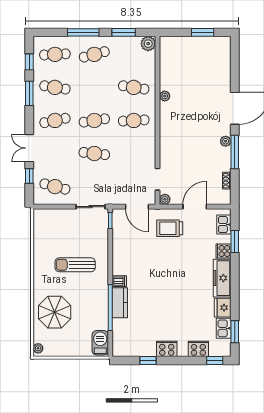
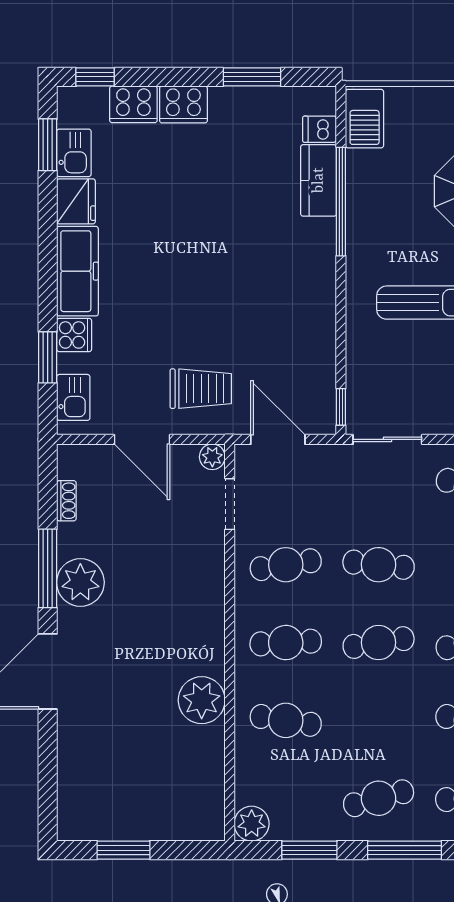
plant: (165, 96) -> (202, 700), width x1.88, depth x1.88
plant: (226, 141) -> (80, 582), width x1.87, depth x1.87
cafe table: (134, 154) -> (286, 565), added
door: (195, 207) -> (142, 439), hinge flipped
dishwasher: (119, 281) -> (320, 129), moved
kitchen counter: (120, 303) -> (319, 180), moved
cooker: (167, 349) -> (183, 104), moved
window: (148, 361) -> (252, 77), width x1.50

